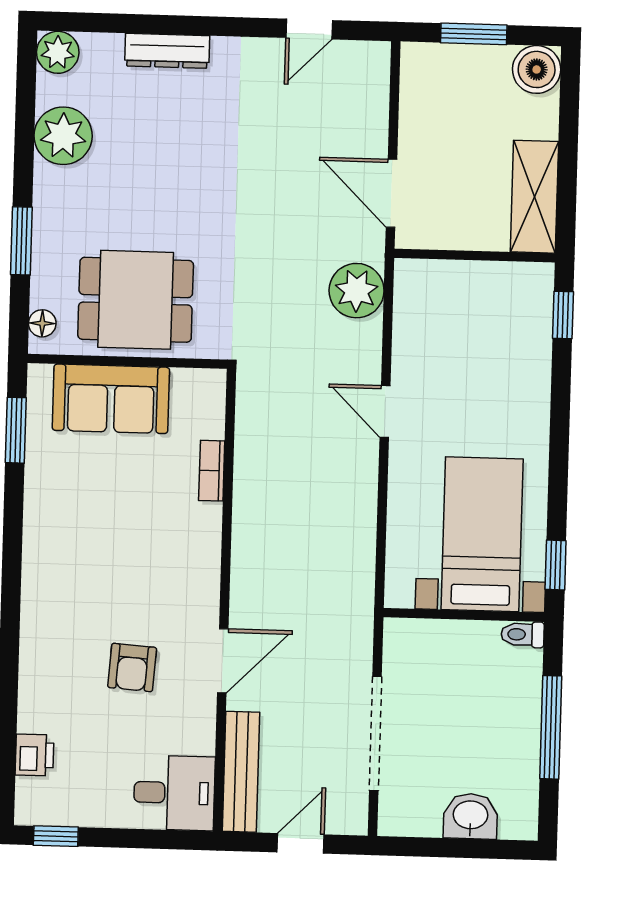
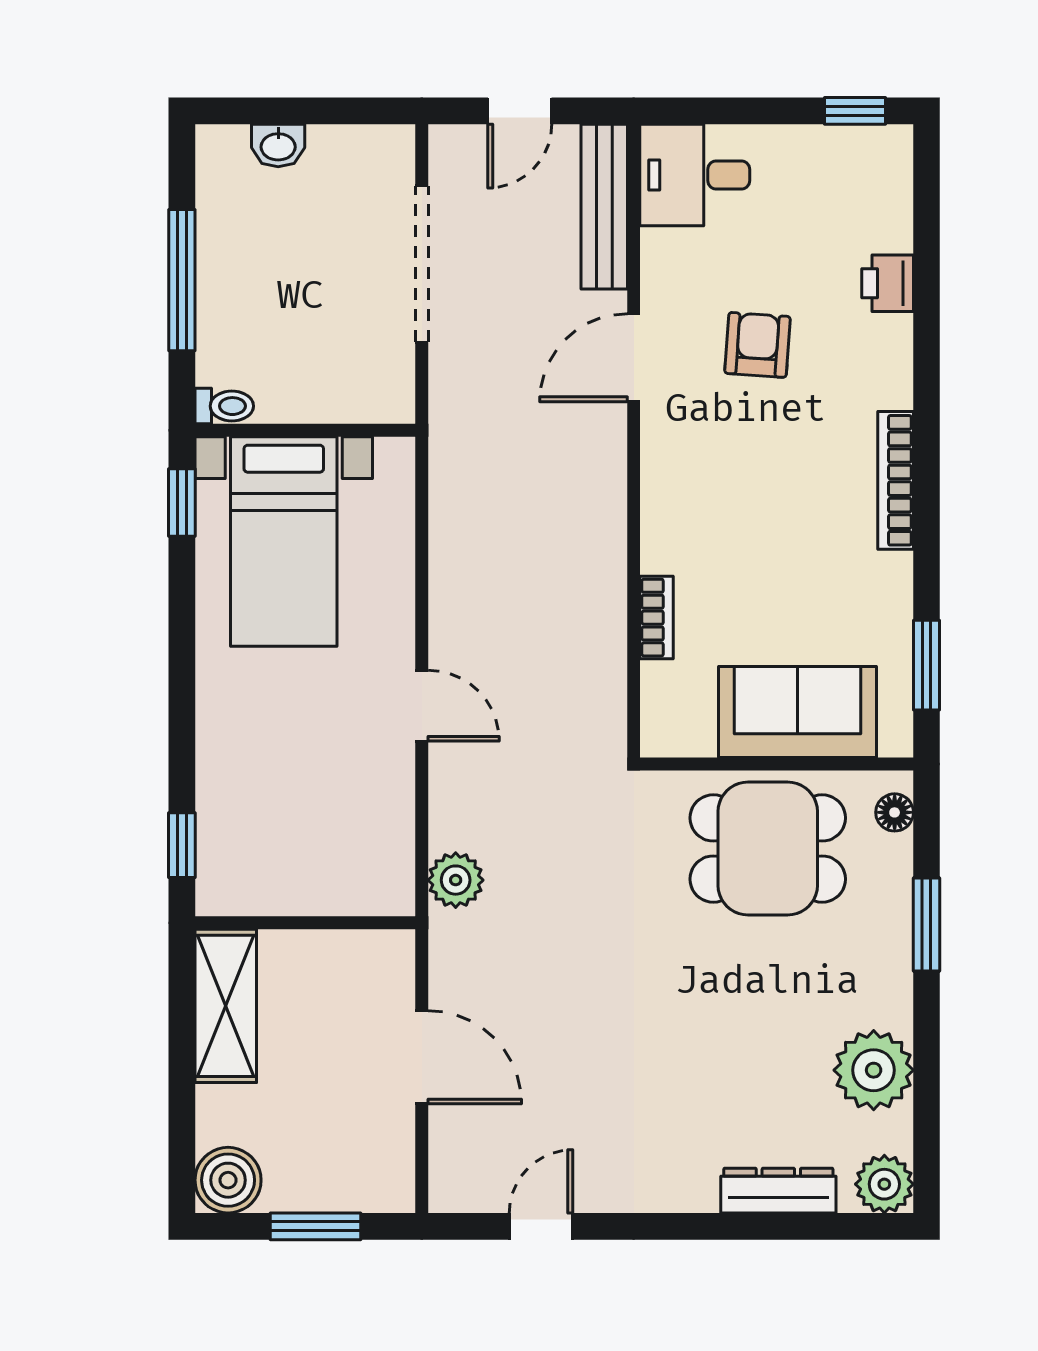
dresser: (167, 51) -> (778, 1191), moved
door: (391, 193) -> (422, 1057), moved
plant: (357, 291) -> (456, 880), width x0.73, depth x0.73
bookcase: (34, 566) -> (896, 480), added
printer: (35, 755) -> (888, 283), moved
washbasin: (470, 816) -> (278, 146), width x0.72, depth x0.69

